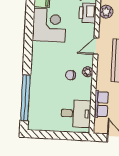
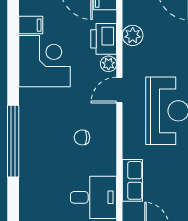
plant: (88, 72) -> (109, 64), moved
window: (25, 98) -> (13, 141), moved

